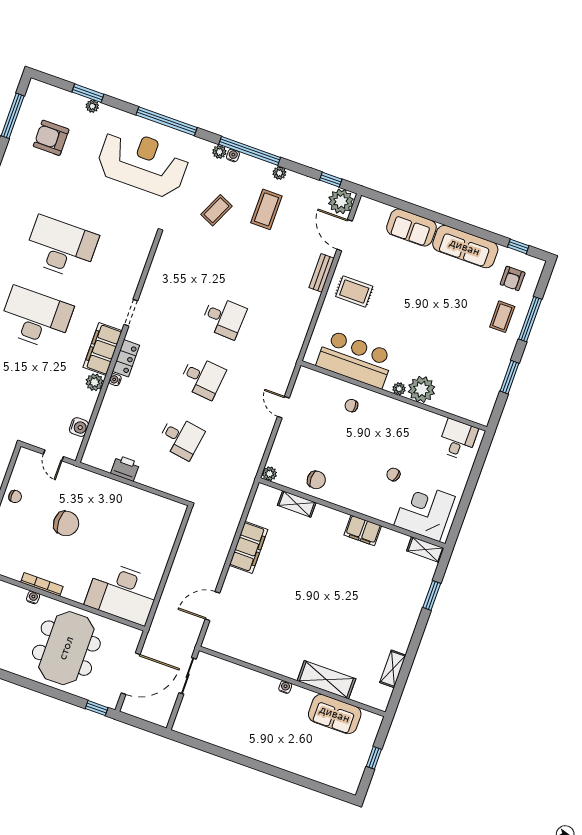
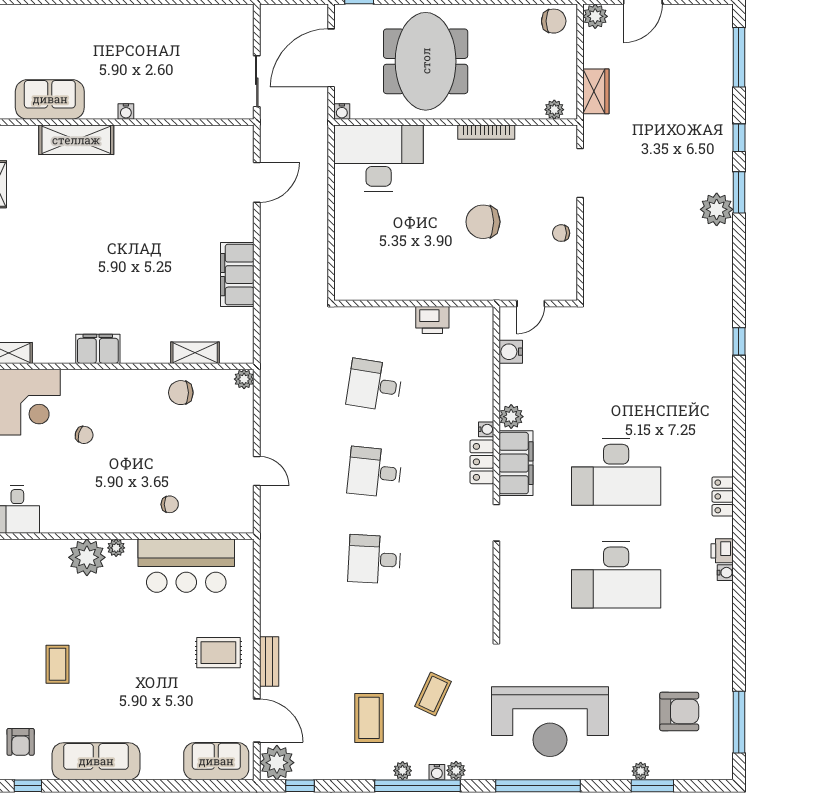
plant: (279, 173) -> (403, 771), moved
sofa: (411, 228) -> (216, 761), moved
armchair: (513, 278) -> (21, 742), turned 180
coffee table: (502, 317) -> (58, 664), moved
door: (53, 455) -> (531, 304), swing flipped
water cooler: (33, 597) -> (342, 111), moved

